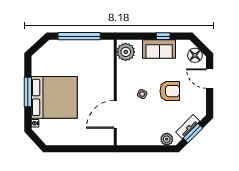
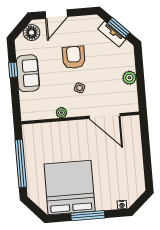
plant: (126, 52) -> (61, 113), moved, width x0.53, depth x0.53
bed: (54, 97) -> (70, 188), moved
plant: (167, 139) -> (129, 78), moved

